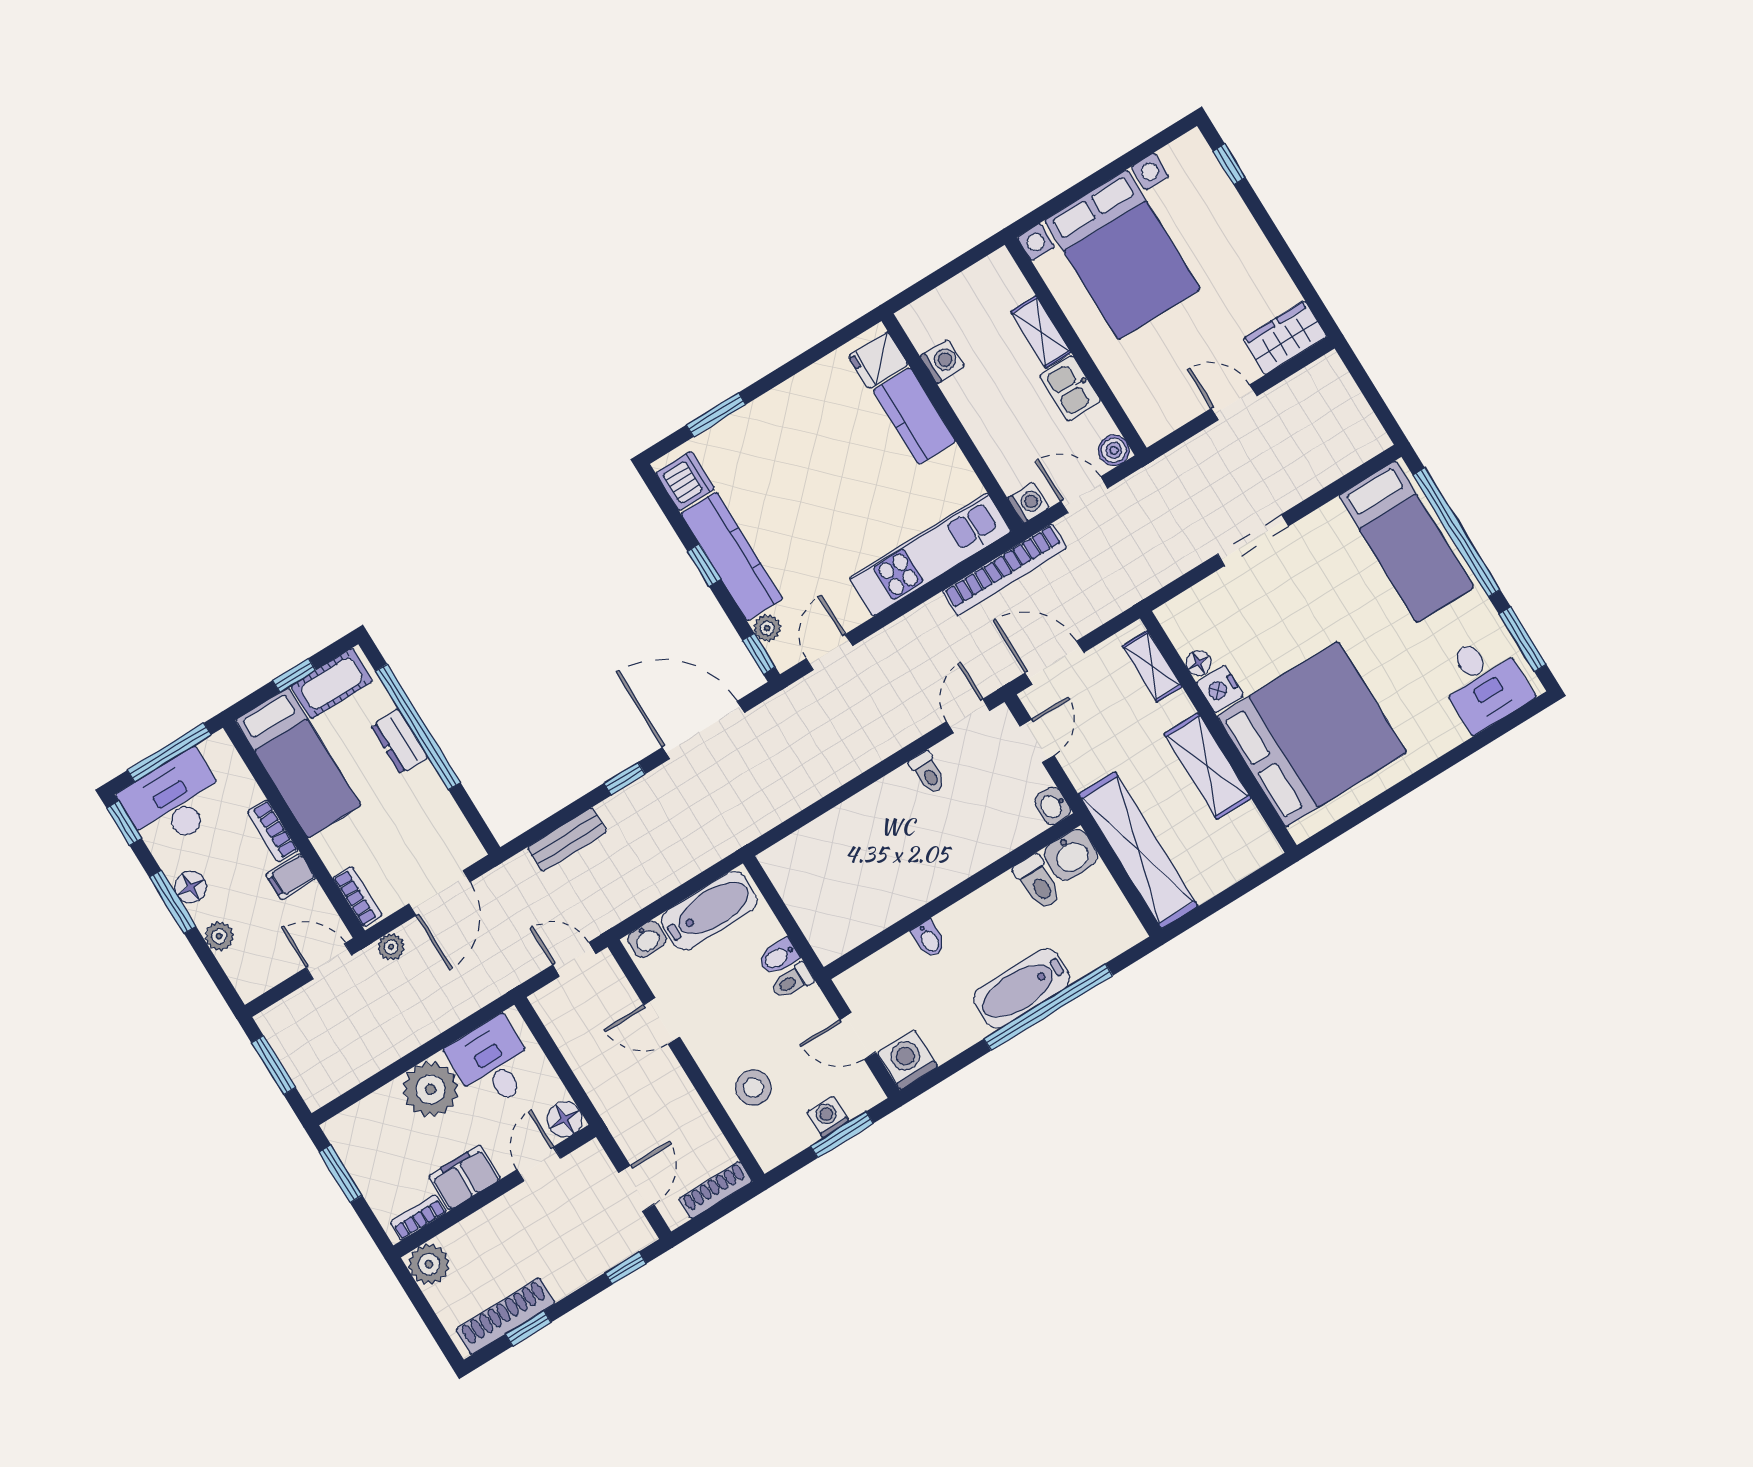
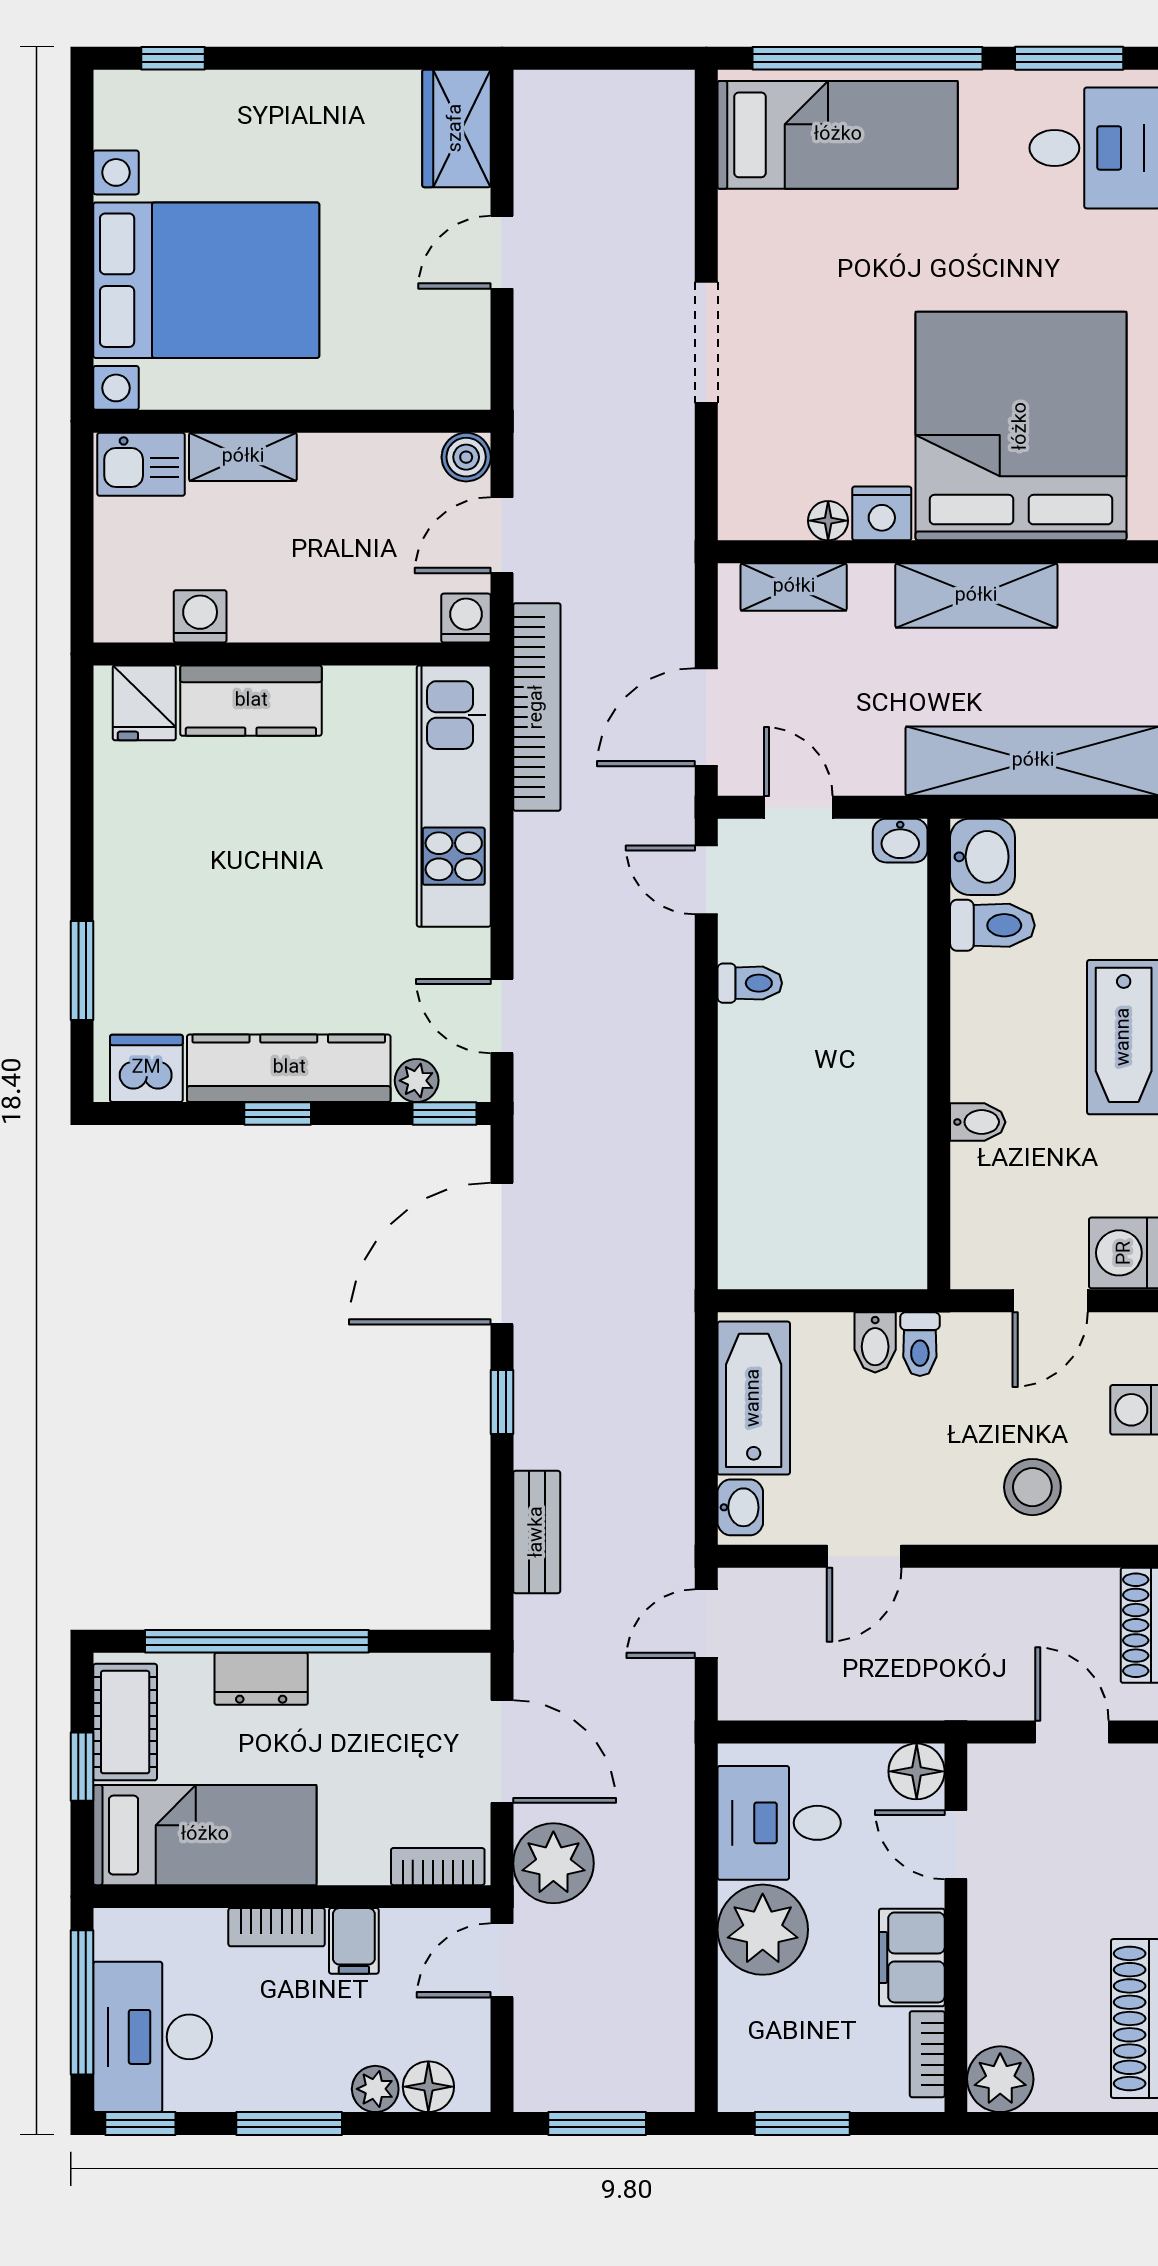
kitchen sink: (1070, 388) -> (141, 464), moved
floor lamp: (191, 887) -> (428, 2087), moved
plant: (391, 947) -> (553, 1863), width x1.88, depth x1.88

